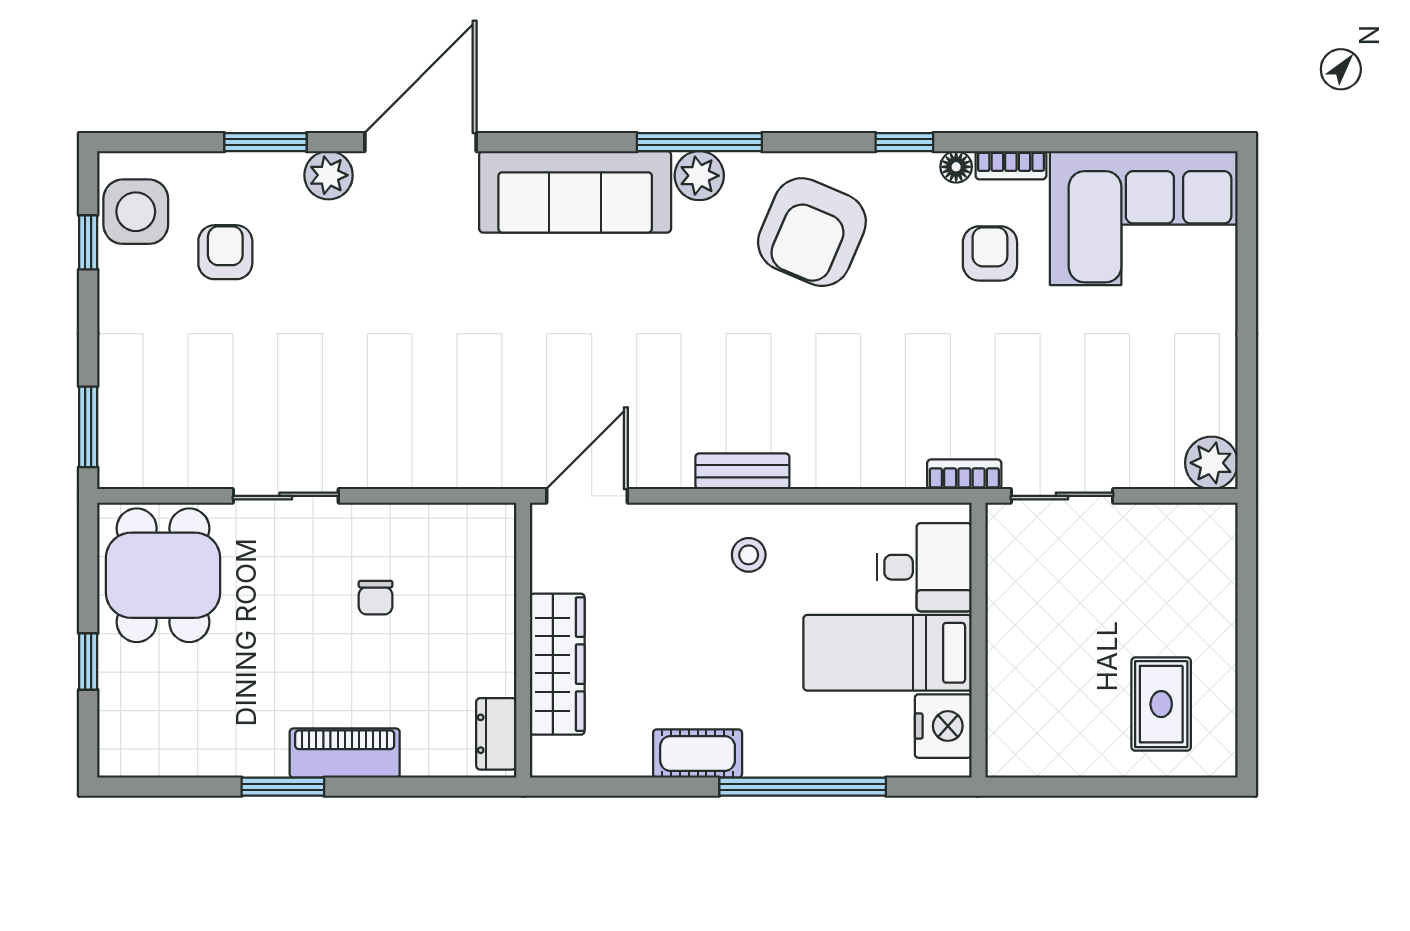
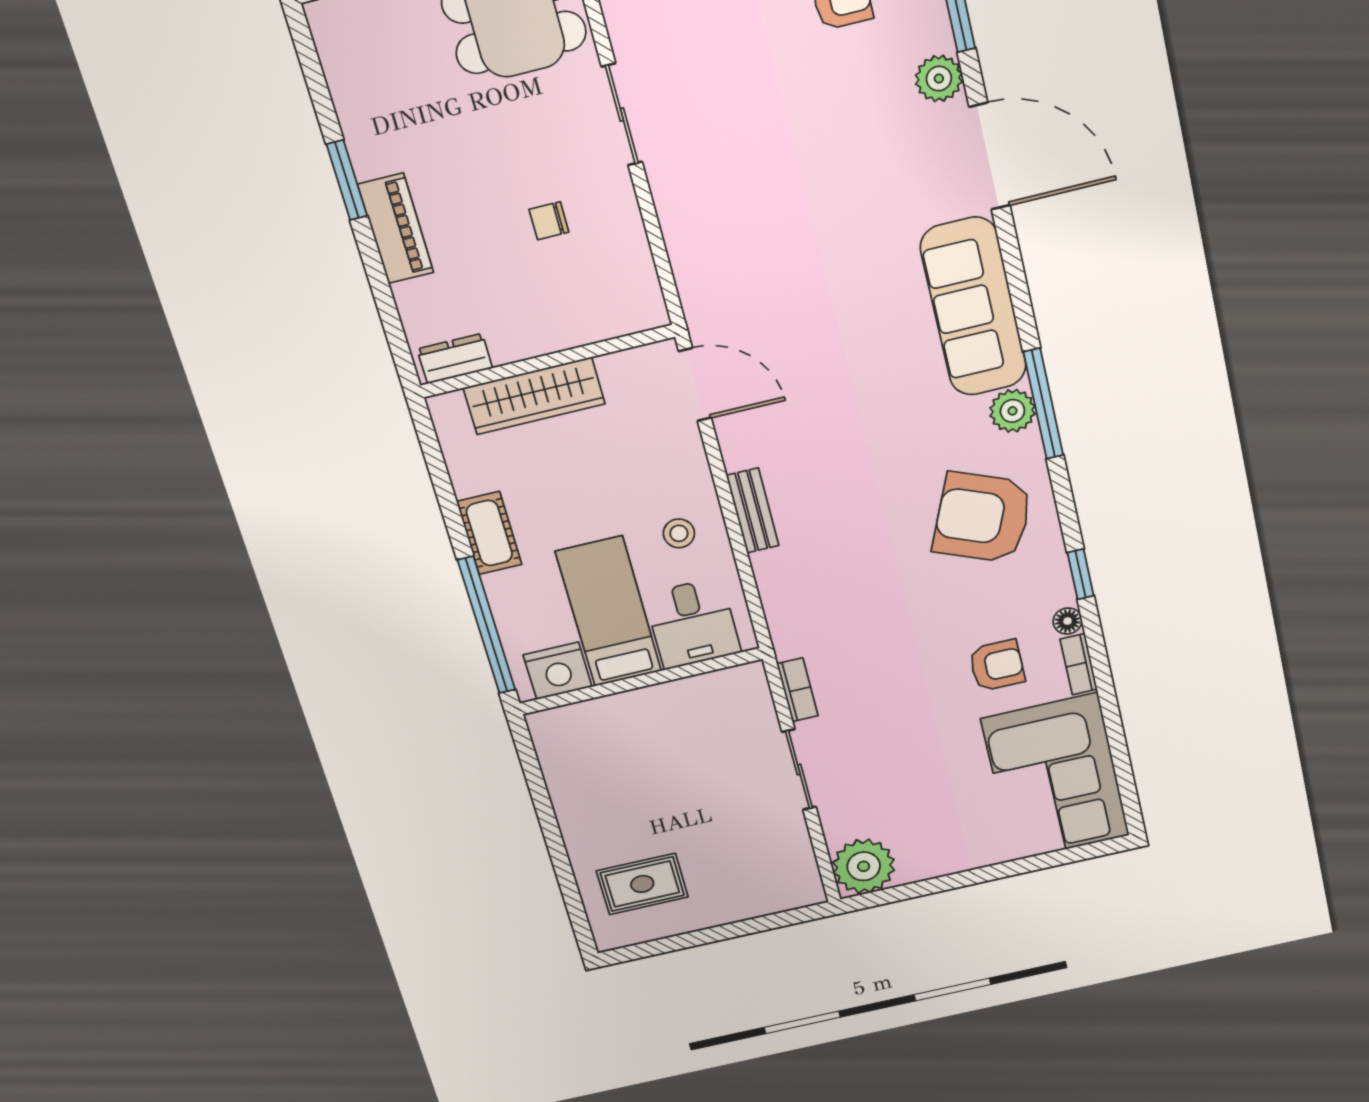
plant: (1211, 463) -> (864, 866), width x1.36, depth x1.36
desk: (924, 567) -> (693, 623), moved
wall: (979, 640) -> (641, 681), moved
bed: (888, 653) -> (609, 612), moved
nightstand: (943, 726) -> (558, 671), moved

